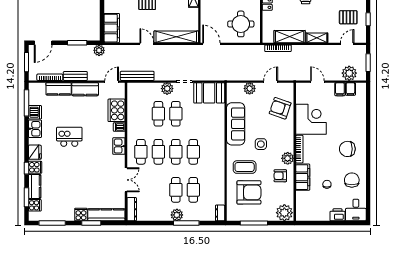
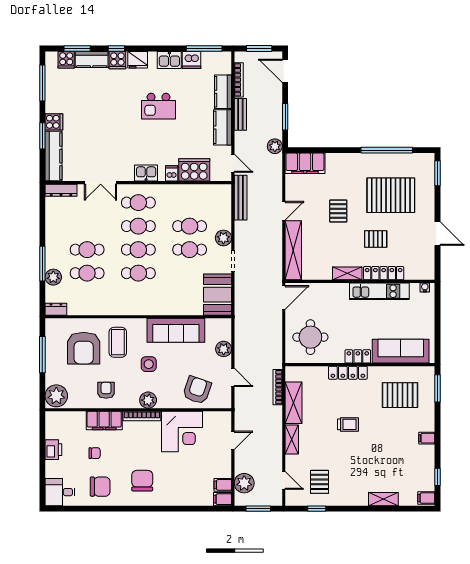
filing cabinet: (340, 89) -> (223, 499), moved
kitchen island: (69, 137) -> (158, 106), turned 90
plant: (288, 158) -> (148, 400), moved
plant: (177, 215) -> (53, 277), moved
printer: (337, 215) -> (53, 450), moved

